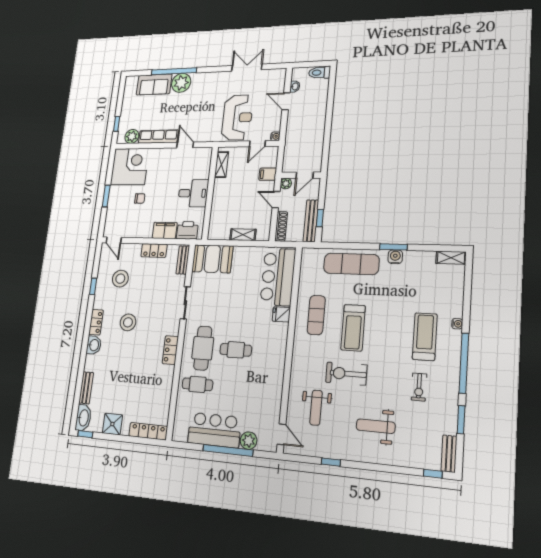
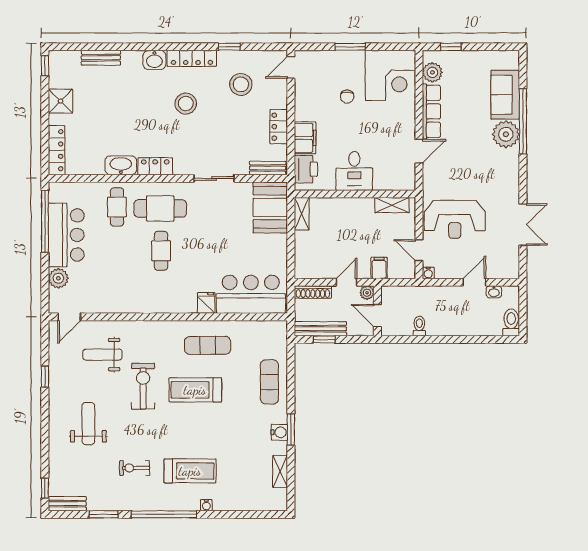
toilet: (316, 142) -> (419, 326), added
shelving: (243, 235) -> (302, 214), moved
shelving: (451, 258) -> (280, 471), moved
exercise mat: (351, 264) -> (269, 382), width x0.73, depth x0.69
locker: (96, 322) -> (192, 58), width x1.53
washbasin: (83, 418) -> (121, 165), moved, turned 180
window: (228, 450) -> (45, 221), moved

